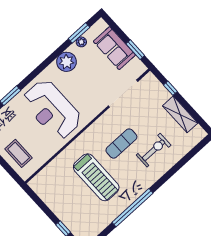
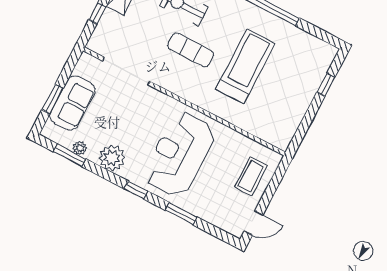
window: (135, 50) -> (53, 99), moved
window: (38, 70) -> (136, 190), added
reception desk: (52, 110) -> (180, 154), turned 180

